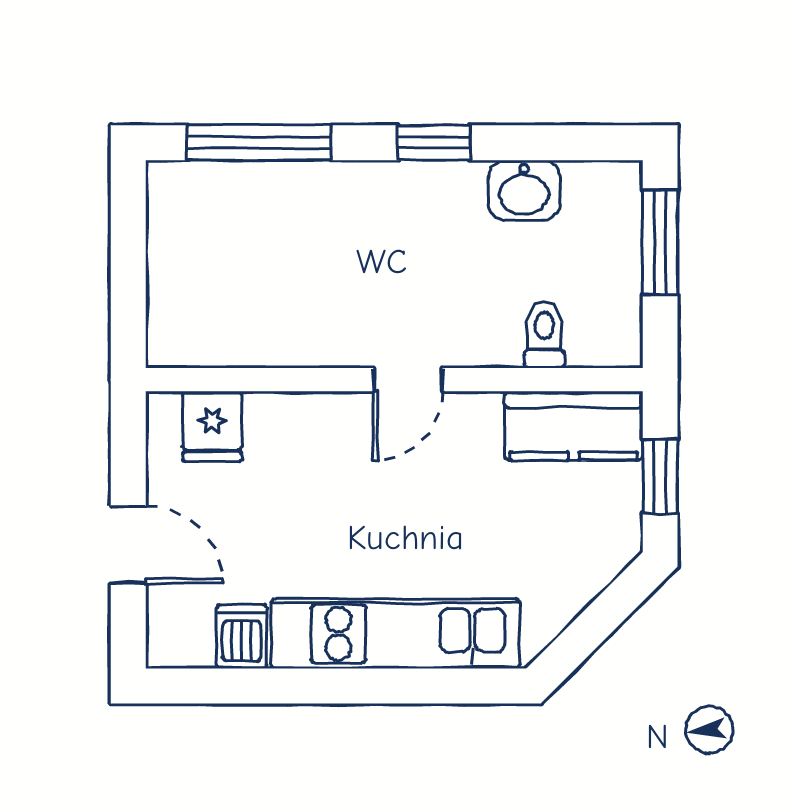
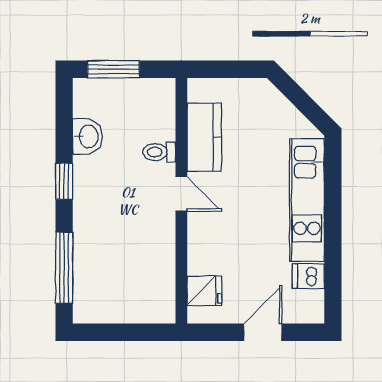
toilet: (544, 335) -> (159, 152), moved
kitchen counter: (574, 426) -> (204, 137), moved
window: (660, 476) -> (229, 69), removed

